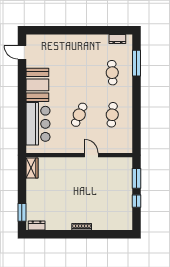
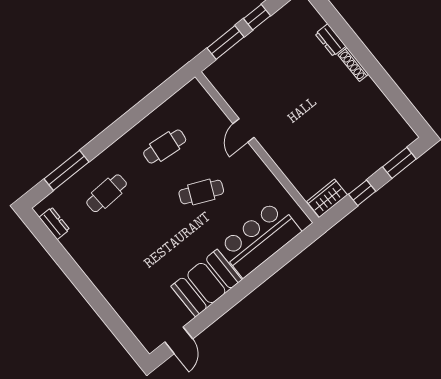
window: (22, 185) -> (362, 193), added
dresser: (37, 225) -> (331, 40), moved

